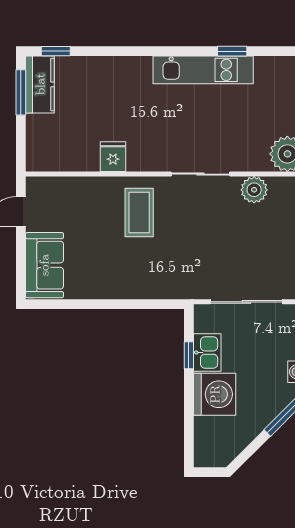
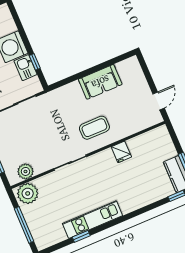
plant: (254, 190) -> (25, 171), moved
coffee table: (139, 212) -> (94, 128), turned 90
sofa: (44, 265) -> (100, 82), moved, turned -90

